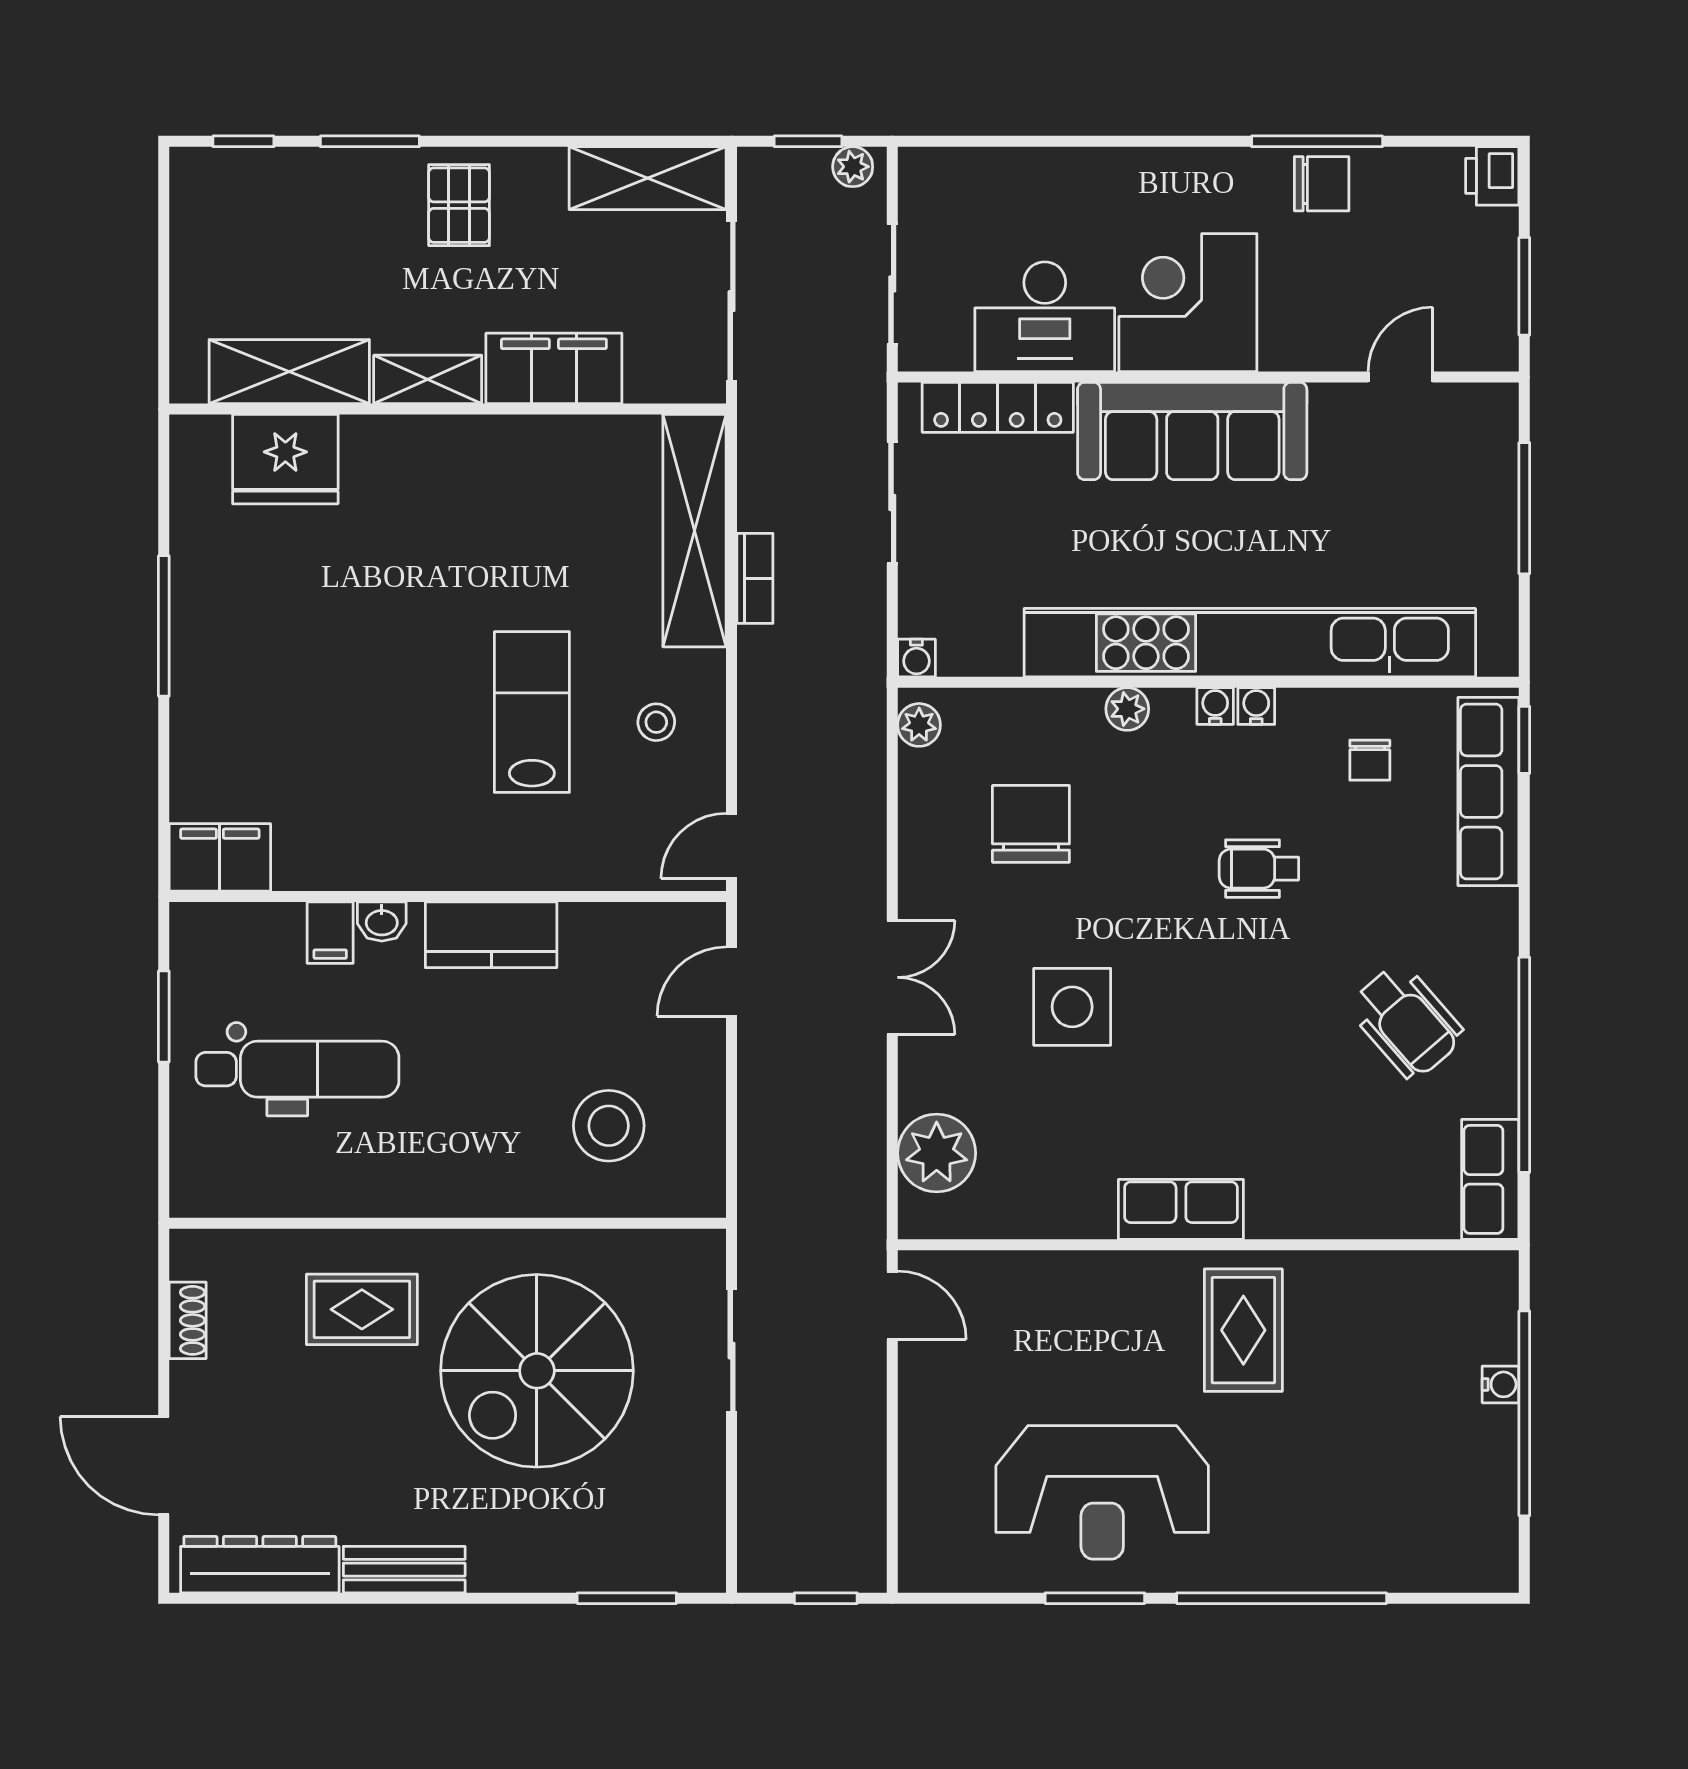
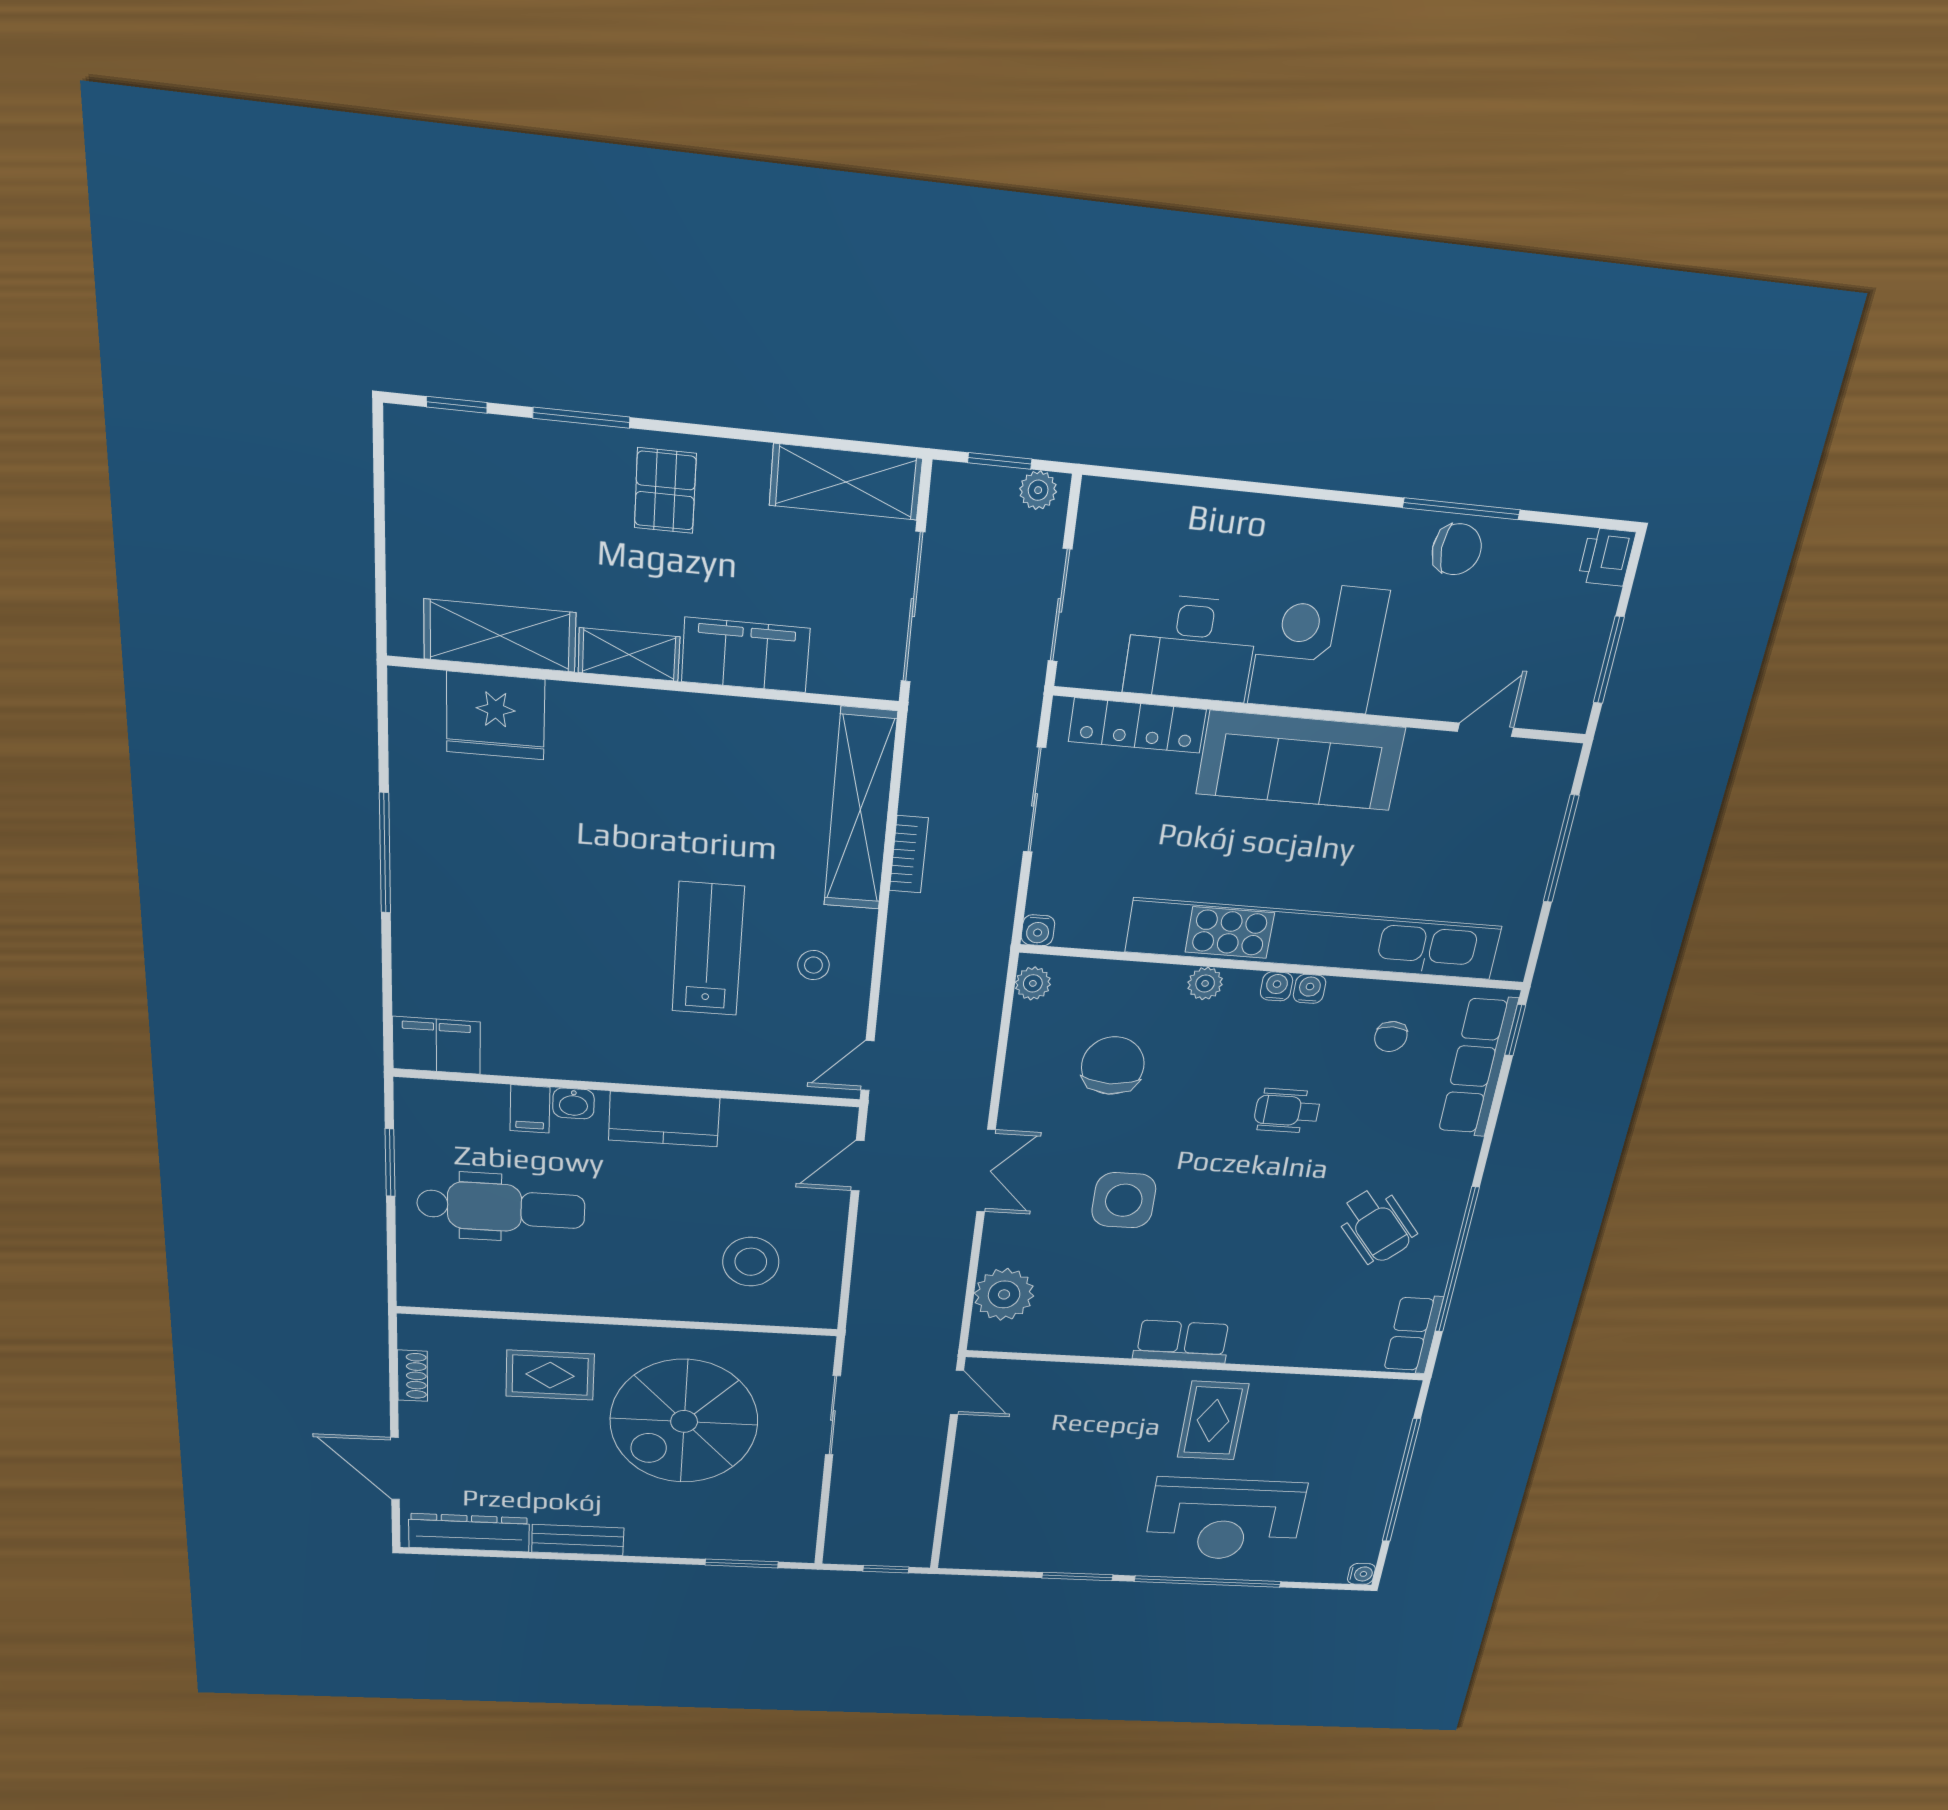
water cooler: (1501, 1384) -> (1361, 1574), moved
reception desk: (1102, 1492) -> (1225, 1519), moved

